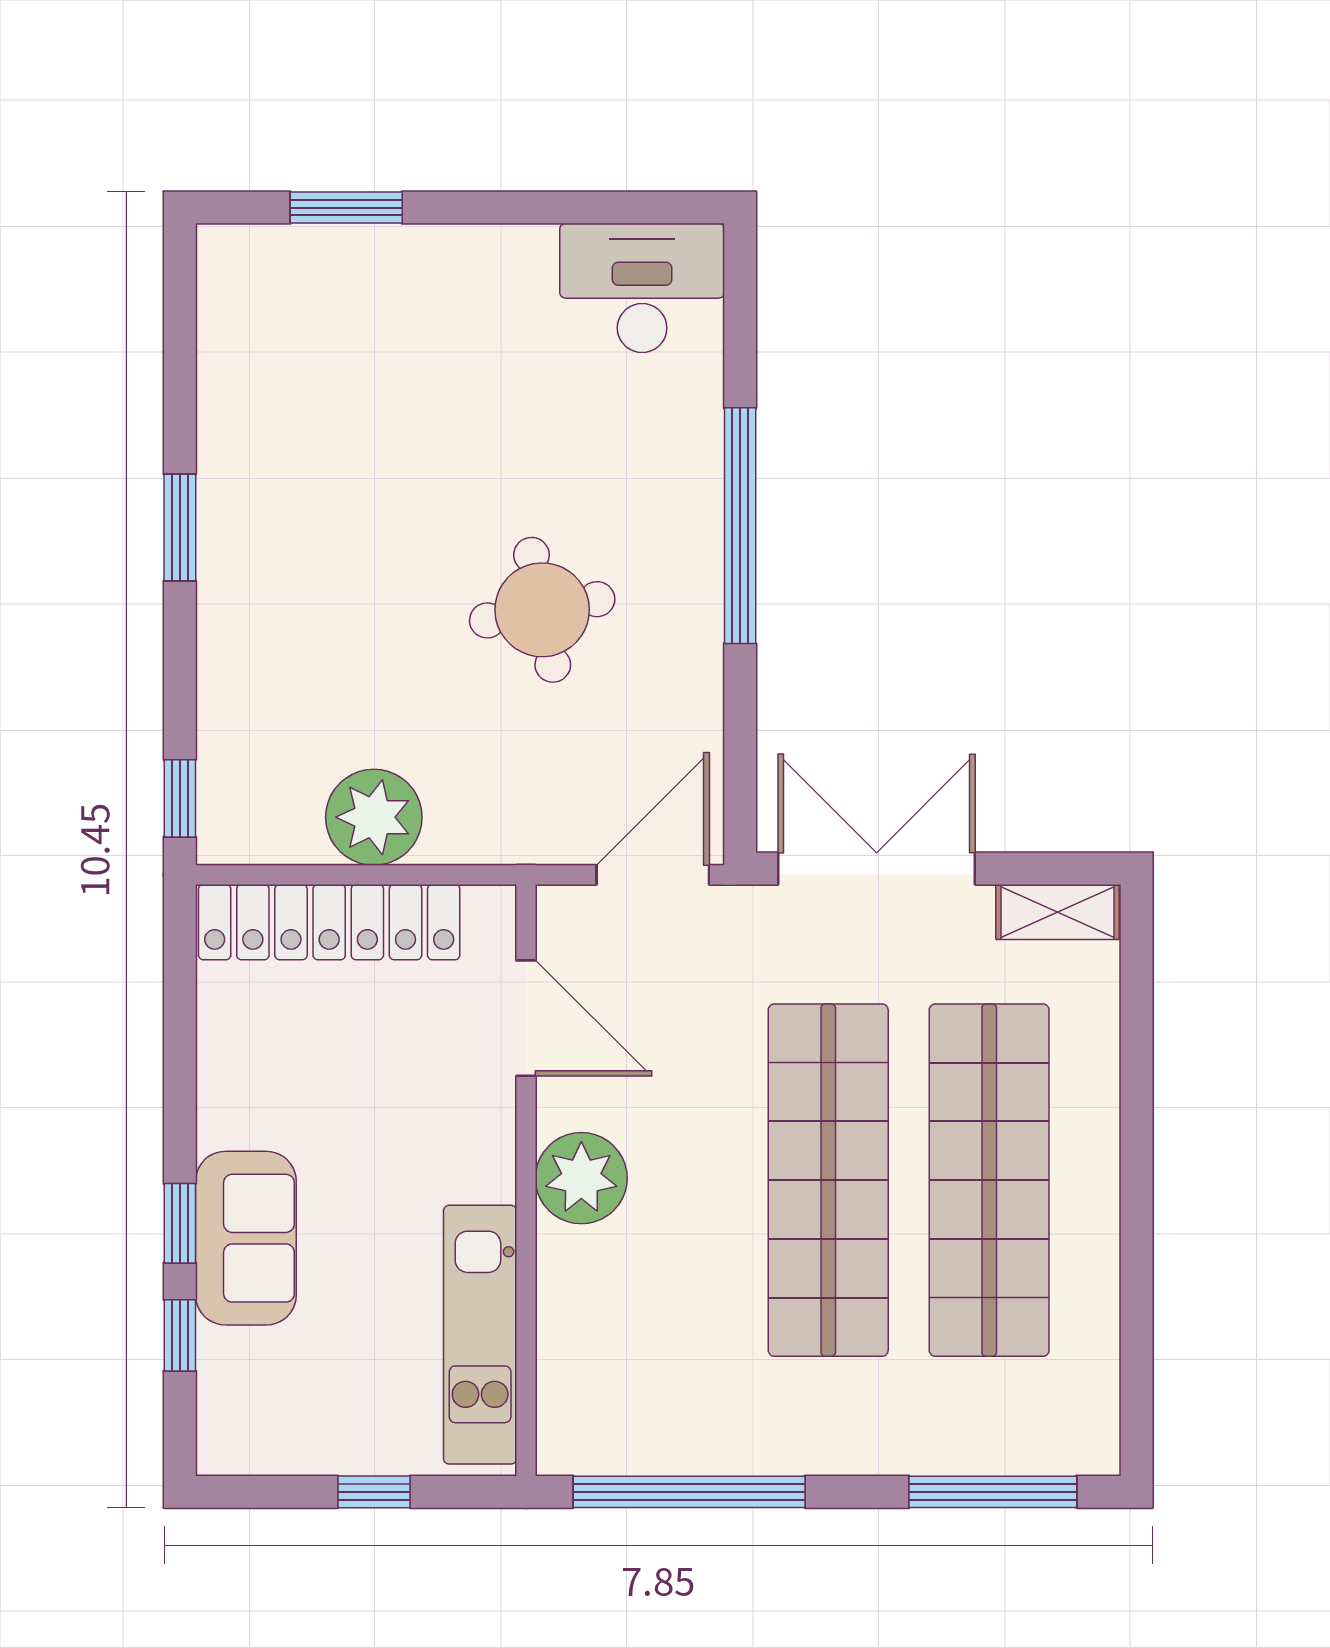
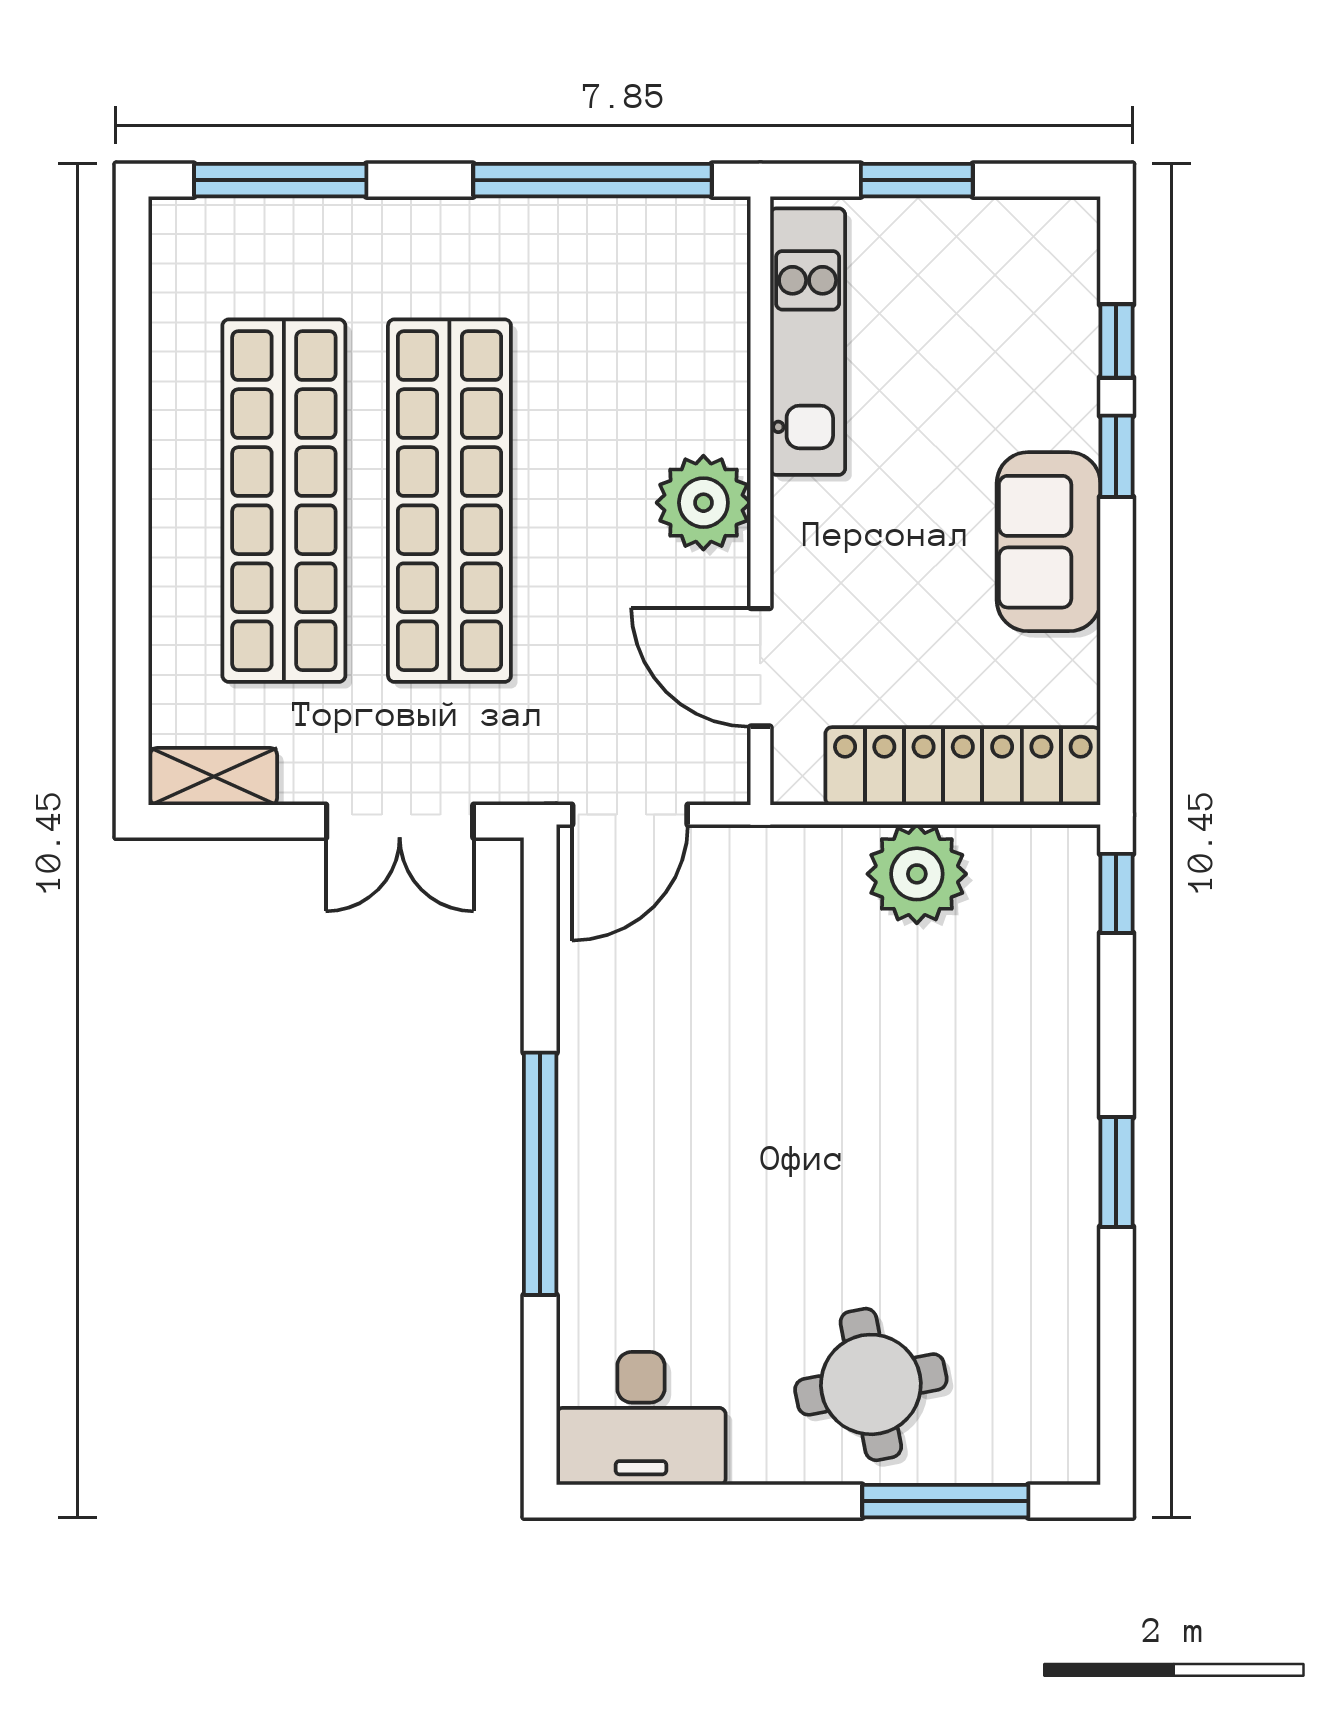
window: (346, 208) -> (945, 1501), width x1.44
round table: (542, 610) -> (871, 1384), moved
double door: (877, 869) -> (400, 821), width x0.73
sofa: (246, 1238) -> (1049, 542), moved
window: (374, 1492) -> (917, 180), width x1.50

